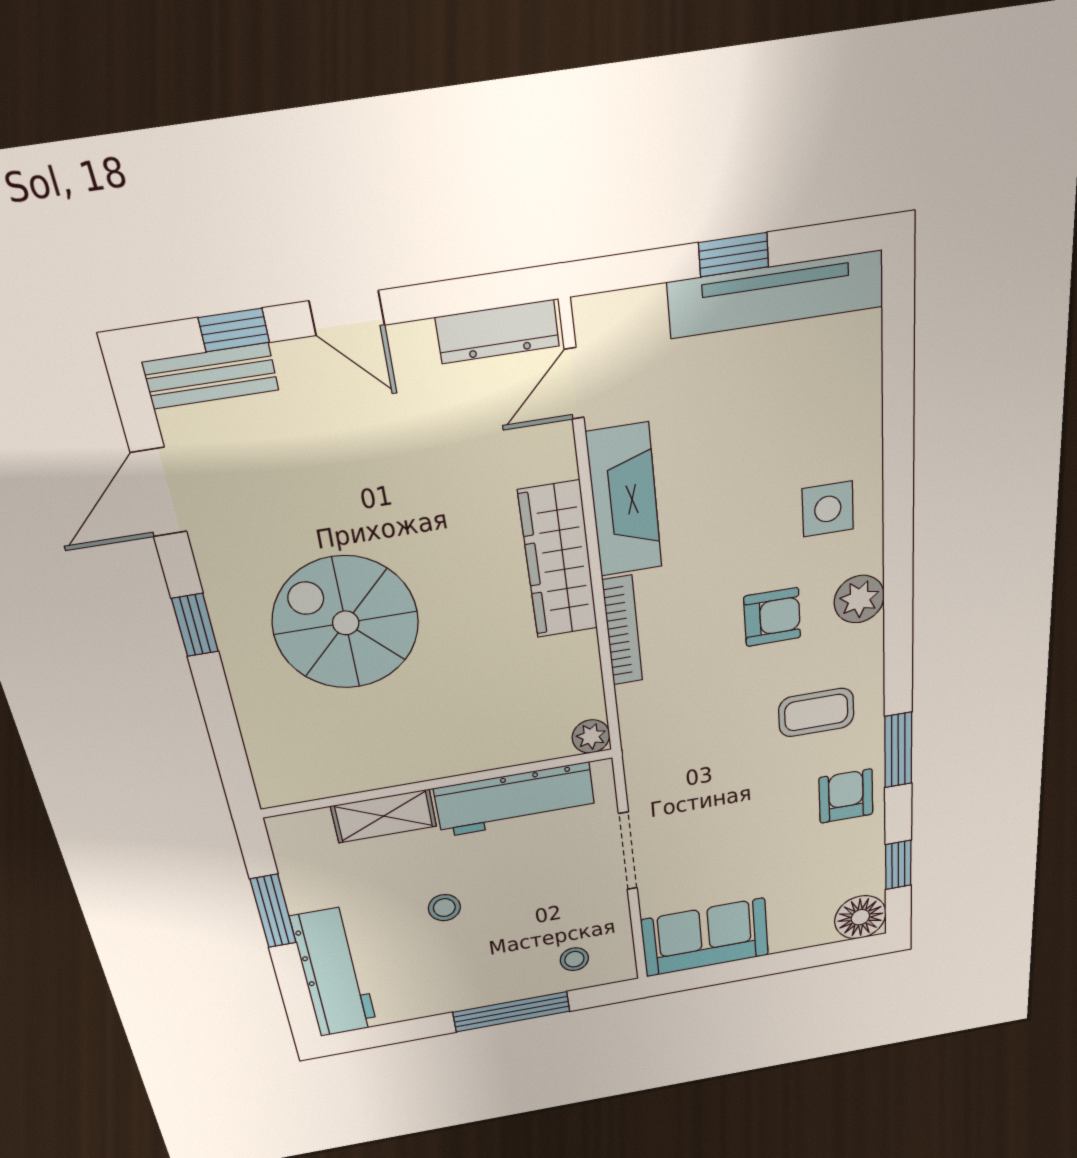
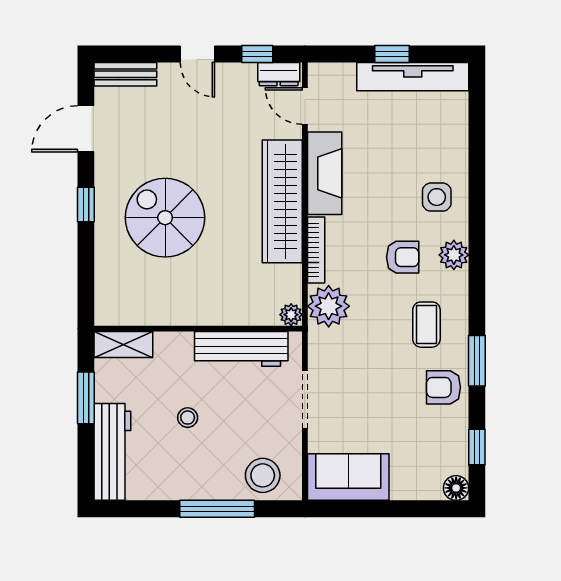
window: (234, 330) -> (257, 54), moved
dresser: (498, 332) -> (279, 74), width x0.70
door: (574, 384) -> (305, 106), hinge flipped
wardrobe: (558, 560) -> (282, 201), width x1.40, depth x1.17
plant: (652, 713) -> (329, 306), added
coffee table: (816, 713) -> (426, 325), turned 90
armchair: (846, 796) -> (443, 387), turned -90
shelving: (384, 816) -> (123, 344), moved
floor lamp: (860, 917) -> (456, 488), width x0.73, depth x0.73
stool: (574, 959) -> (263, 475), width x1.89, depth x1.89

